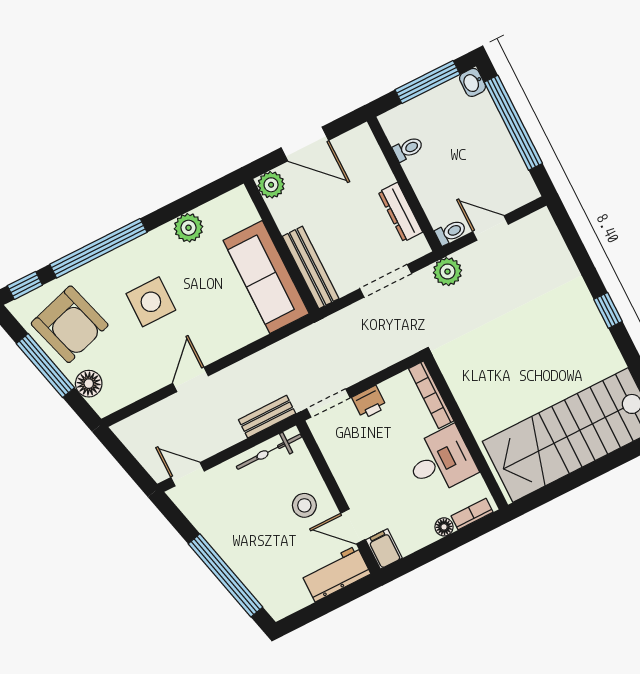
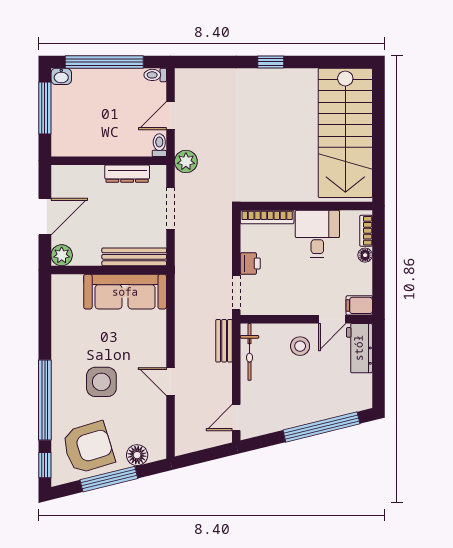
toilet: (408, 149) -> (155, 75), moved, turned -90
plant: (188, 228) -> (63, 329), removed

